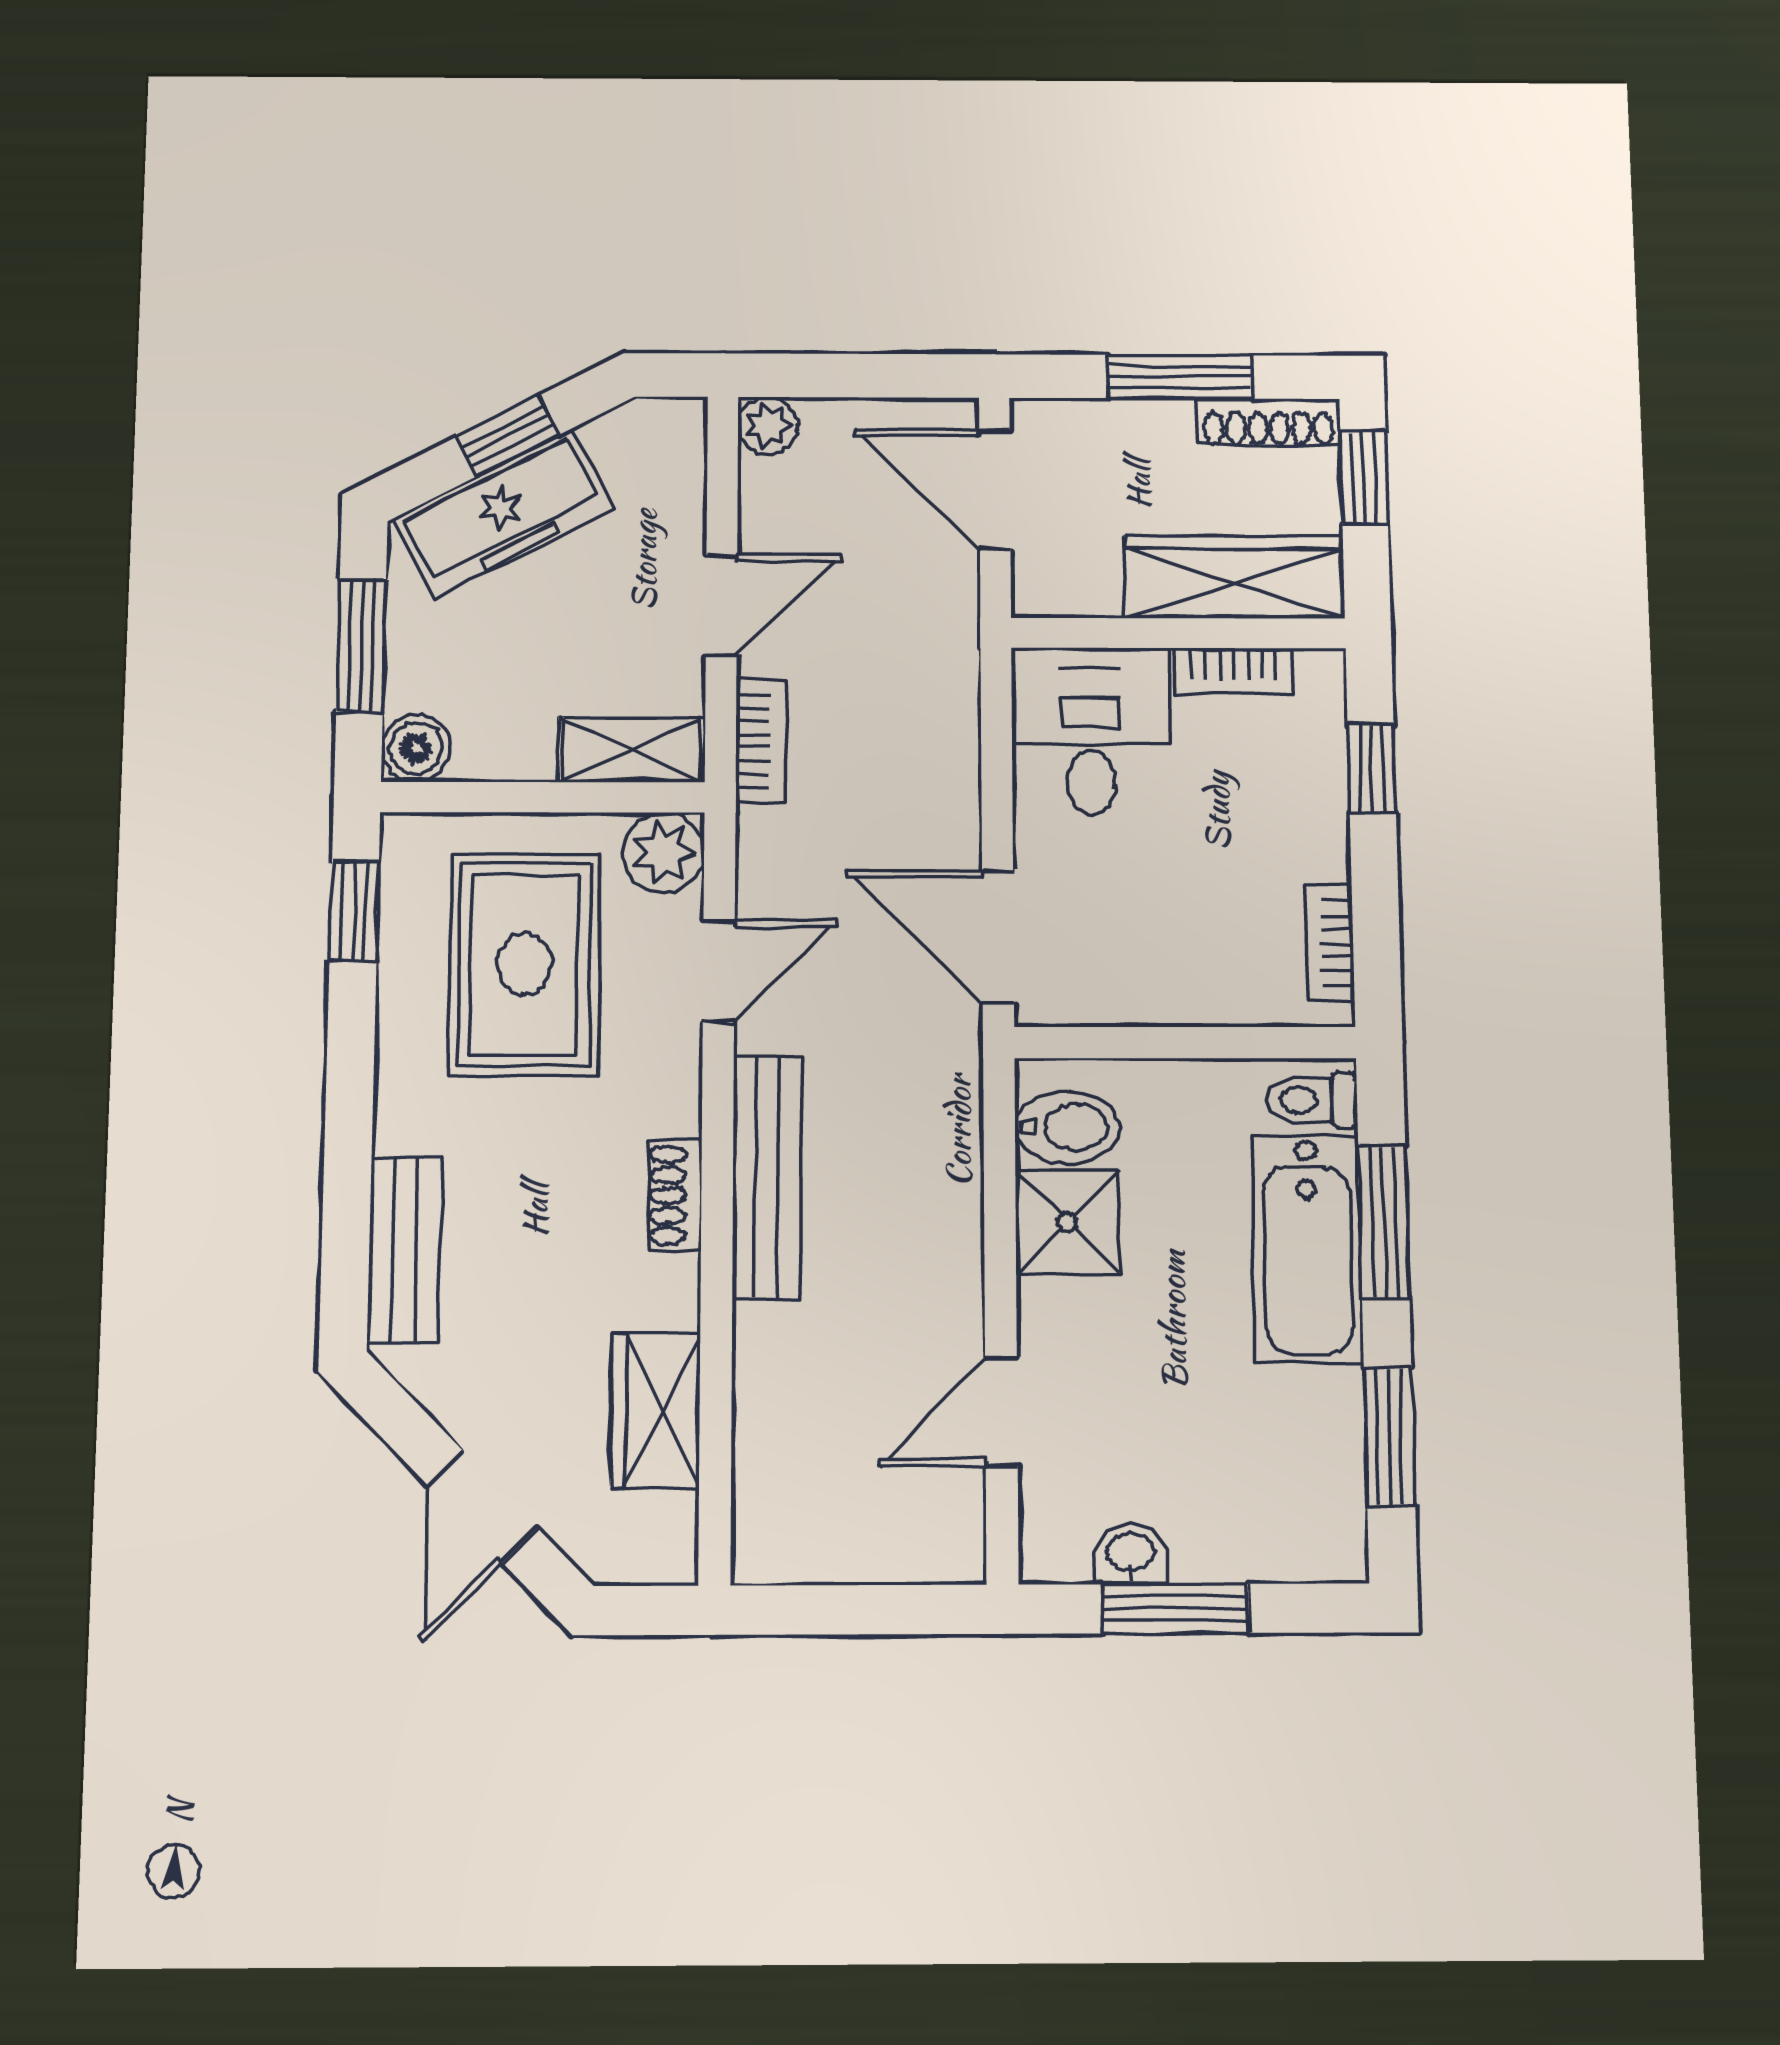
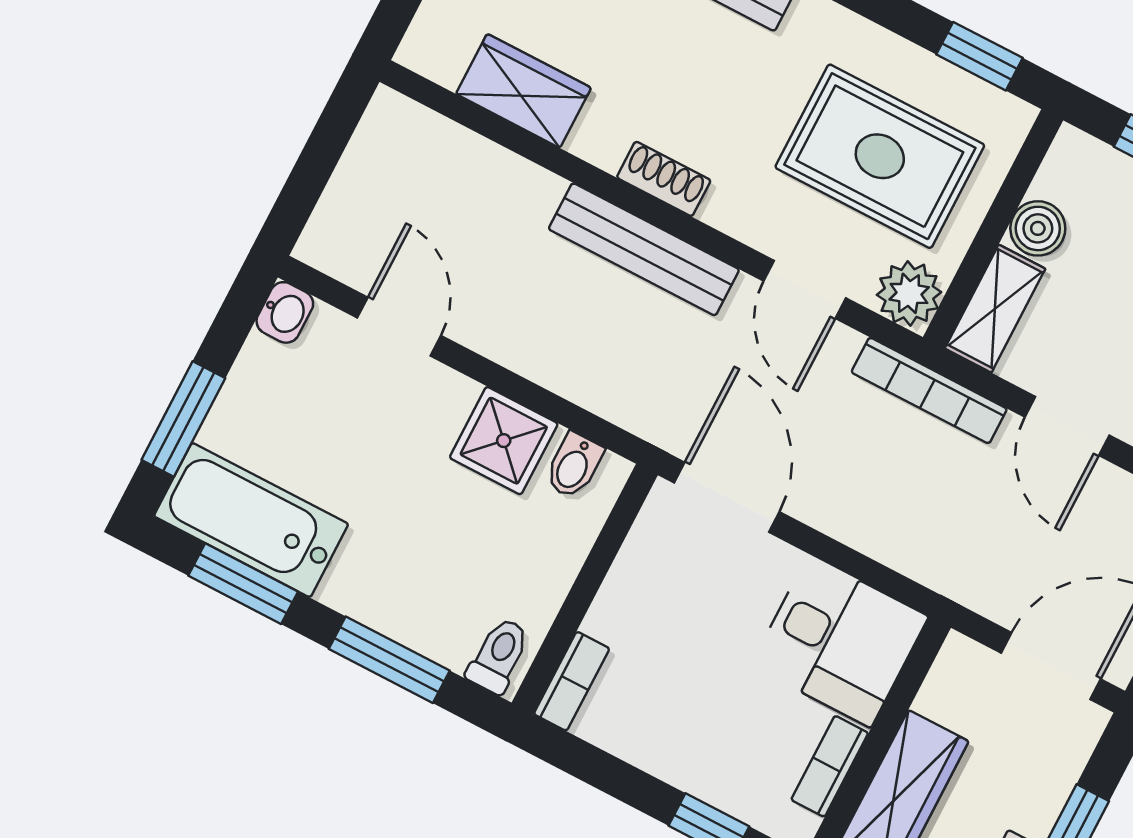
bookcase: (761, 741) -> (929, 391), width x1.56
boiler: (416, 748) -> (1038, 228), moved
door: (998, 937) -> (727, 497), hinge flipped
bookcase: (1330, 943) -> (572, 681), moved, turned 90
bidet: (1067, 1127) -> (574, 466), width x0.72, depth x0.74
bathtub: (1308, 1248) -> (251, 520), moved
washbasin: (1130, 1554) -> (285, 312), moved
window: (1176, 1609) -> (183, 419), moved

